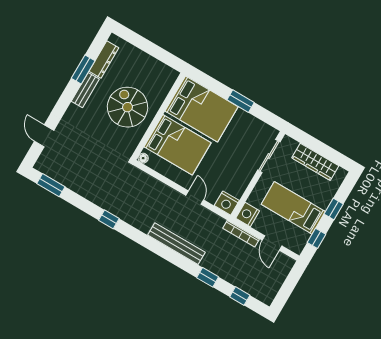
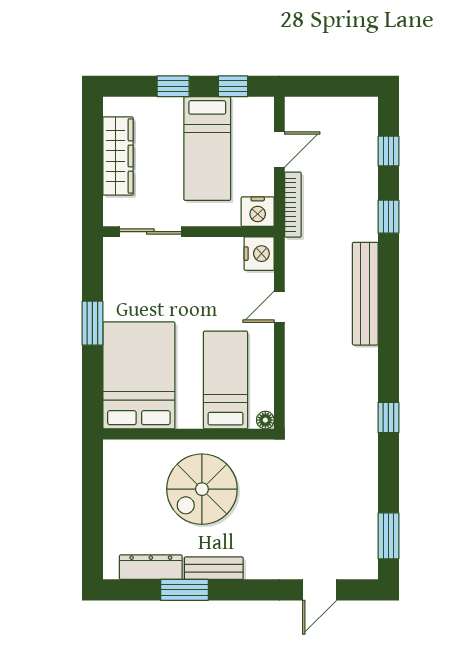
bed: (177, 145) -> (225, 380), width x0.67

